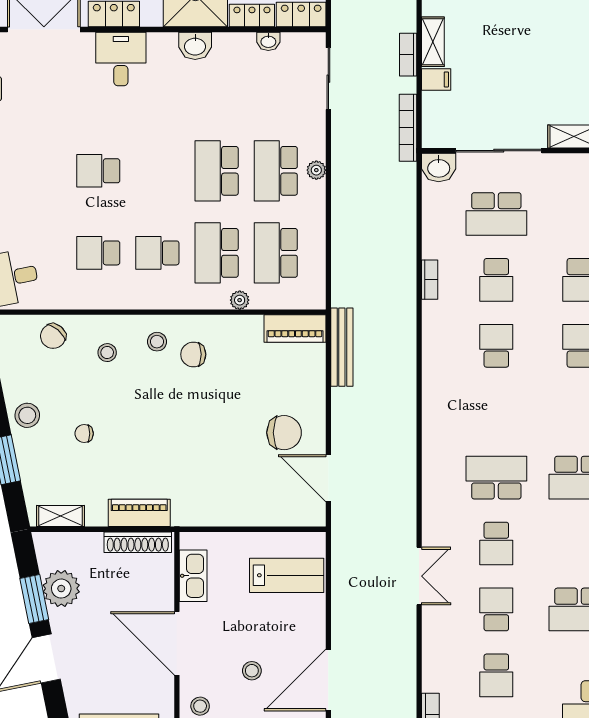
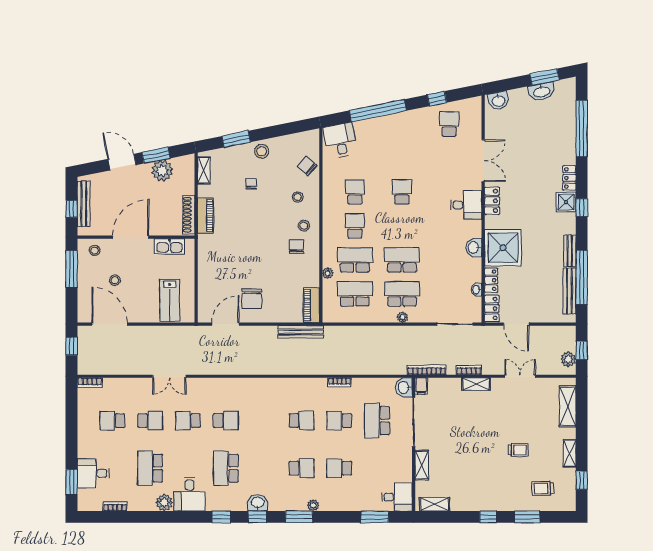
filing cabinet: (436, 79) -> (421, 386), moved
school desk: (496, 478) -> (226, 421), width x0.54

